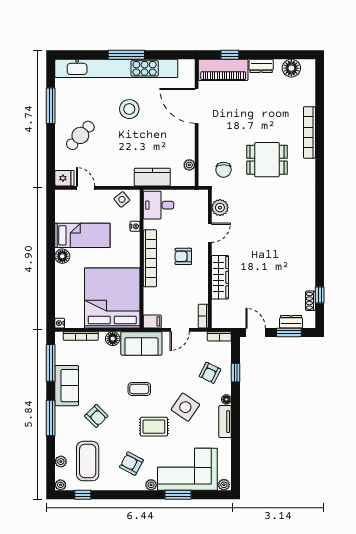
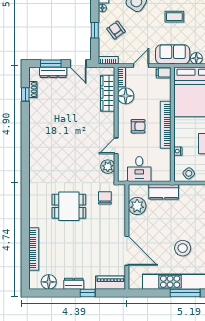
window: (230, 55) -> (88, 293), moved
piano: (223, 70) -> (111, 283), width x0.73, depth x0.75
bookcase: (309, 132) -> (34, 249), moved
plant: (189, 165) -> (137, 206), width x1.87, depth x1.87
desk: (159, 205) -> (139, 169), moved, turned 90
wardrobe: (220, 277) -> (108, 93), moved
floor lamp: (198, 293) -> (126, 96), added
dresser: (291, 322) -> (53, 72), width x1.44
armchair: (210, 373) -> (116, 30), turned -62

